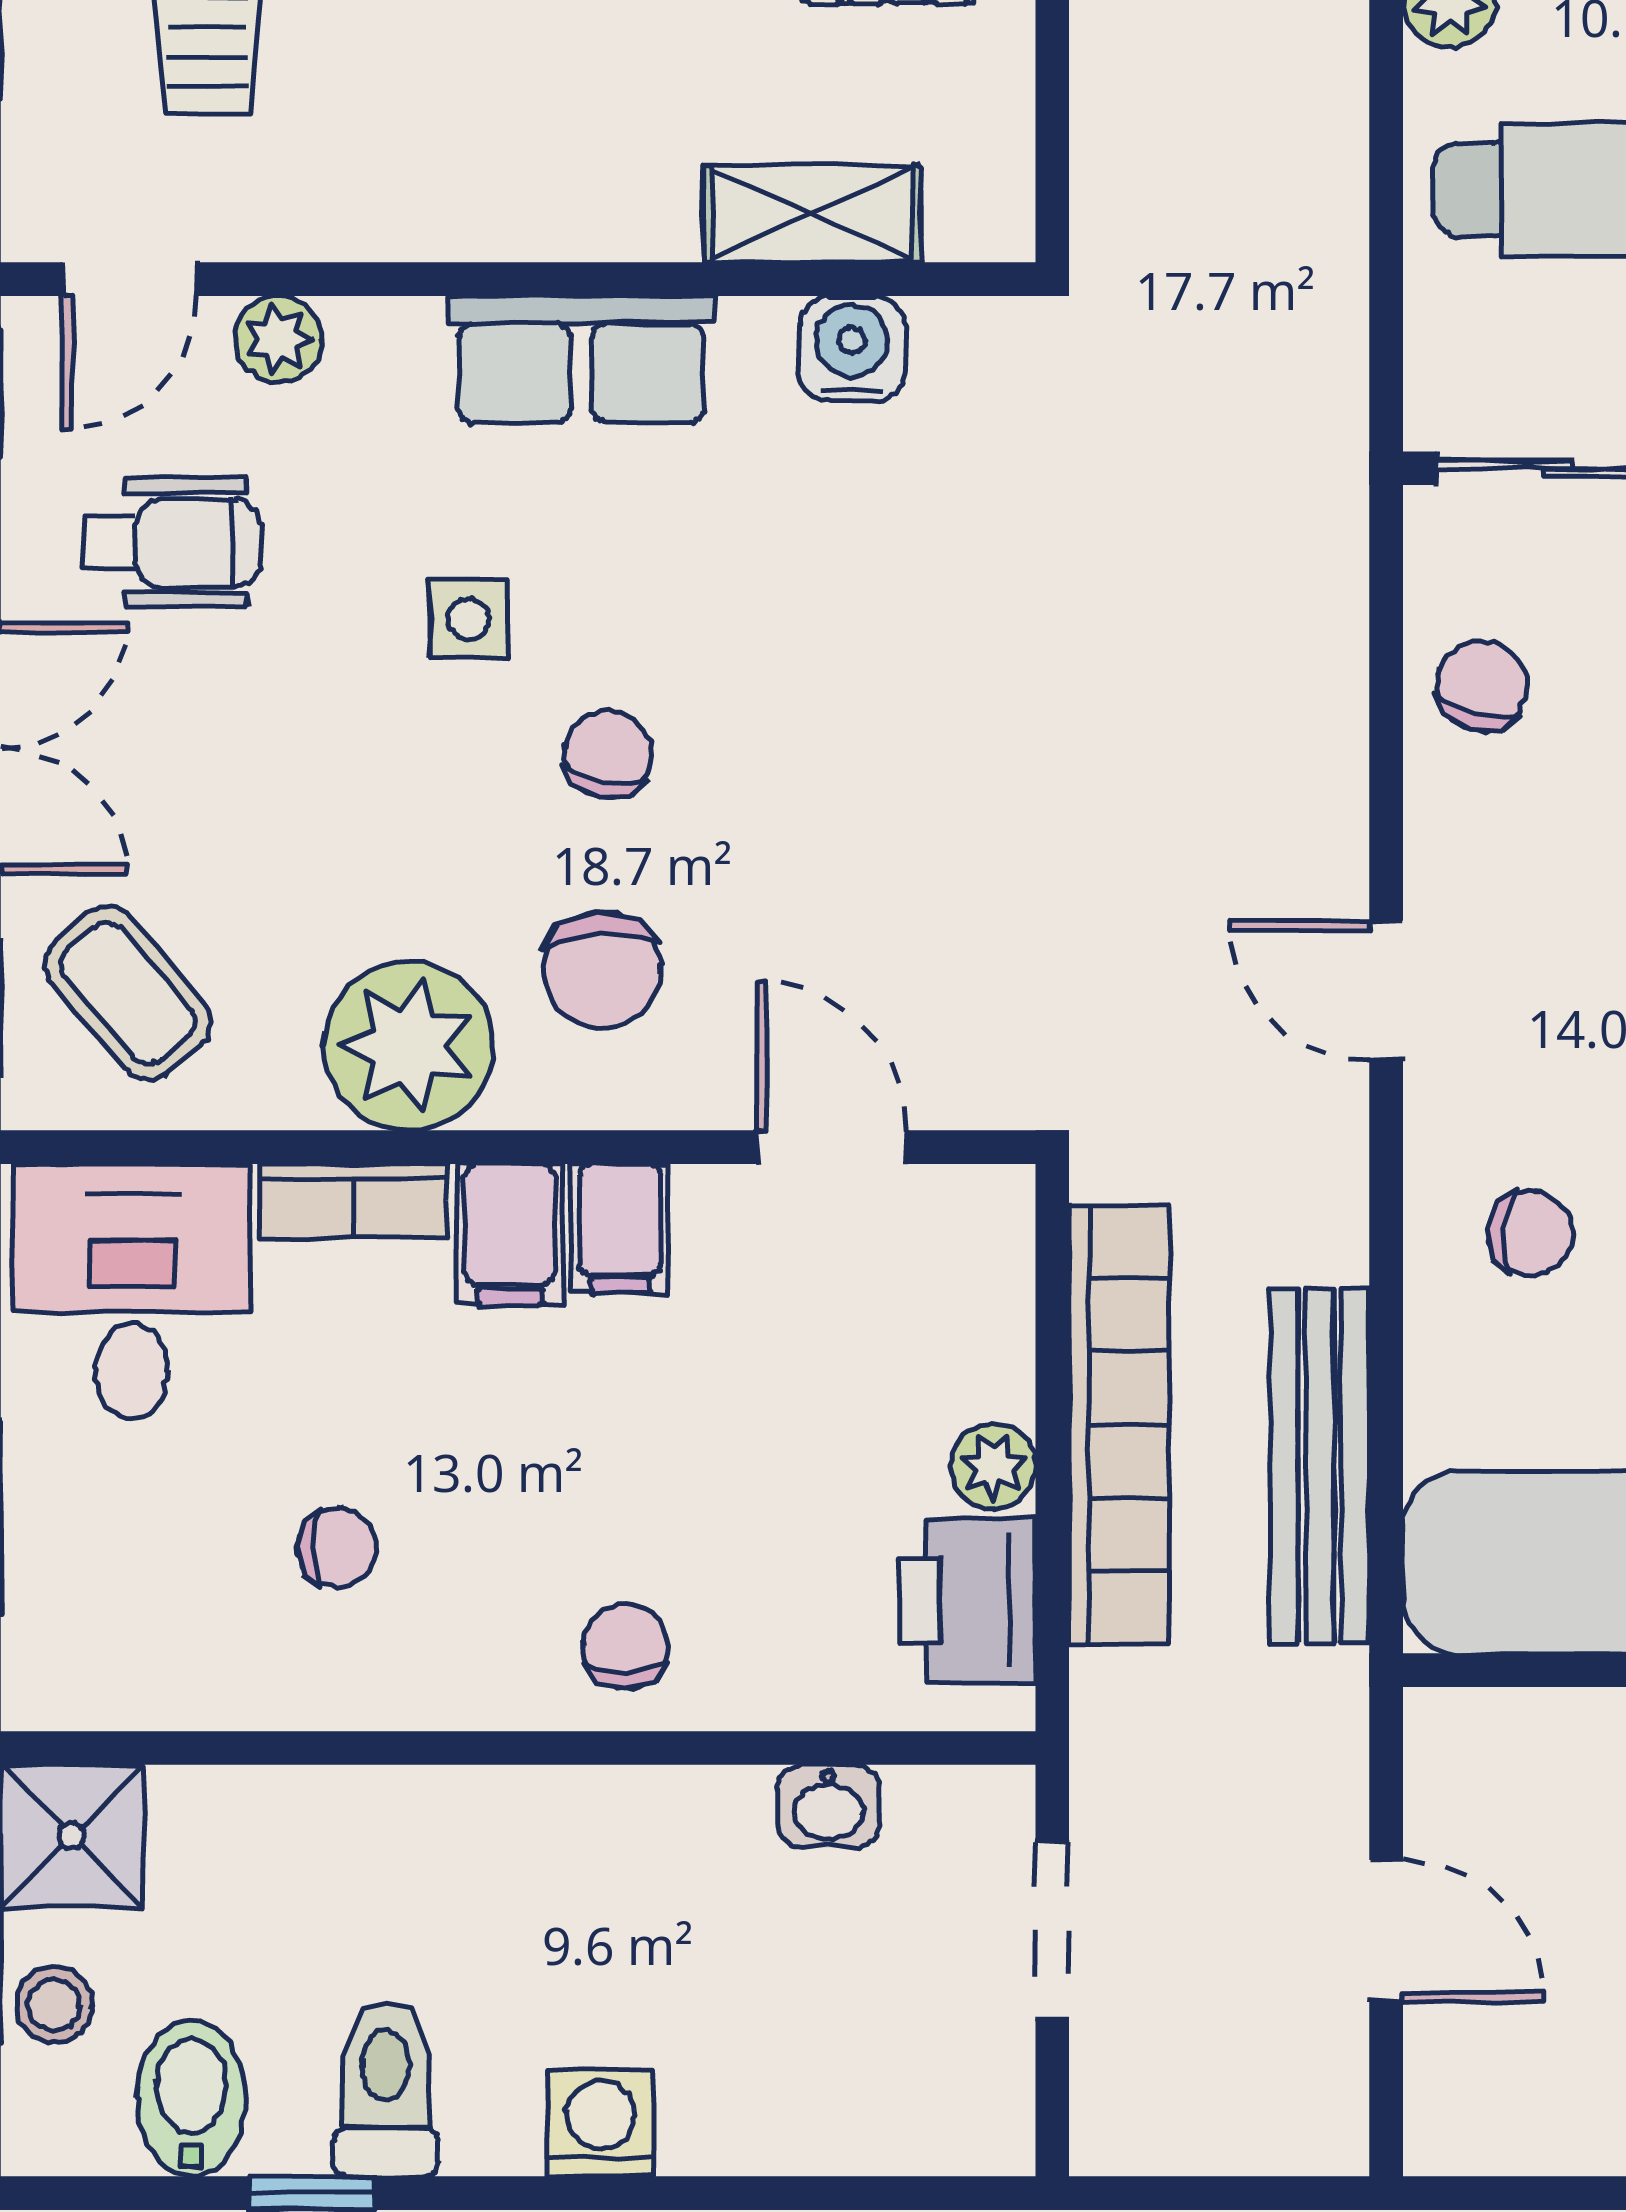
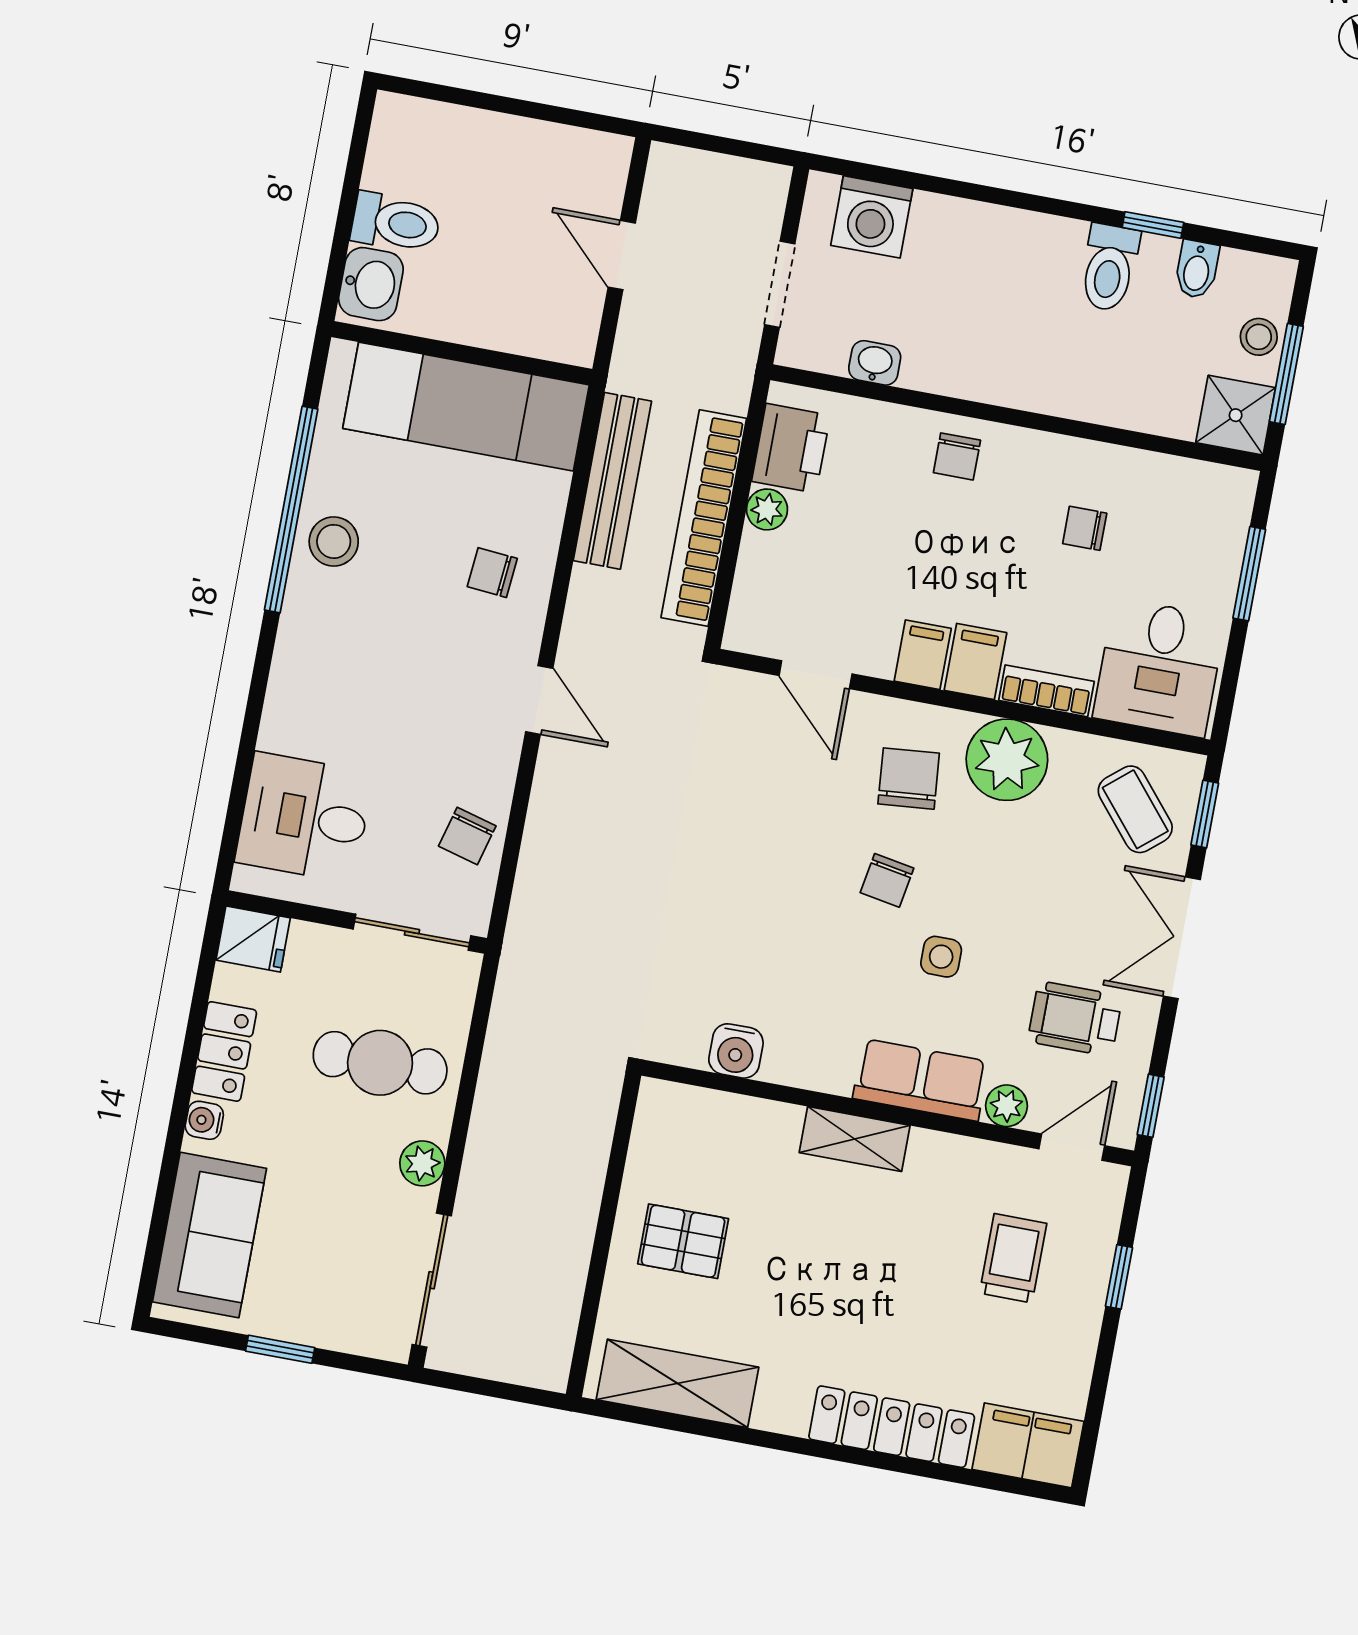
shelving: (812, 214) -> (855, 1139), moved
row of seats: (581, 359) -> (921, 1080), moved
bidet: (191, 2098) -> (1197, 269), width x0.72, depth x0.74
washing machine: (601, 2123) -> (872, 217), moved, width x1.38, depth x1.38

